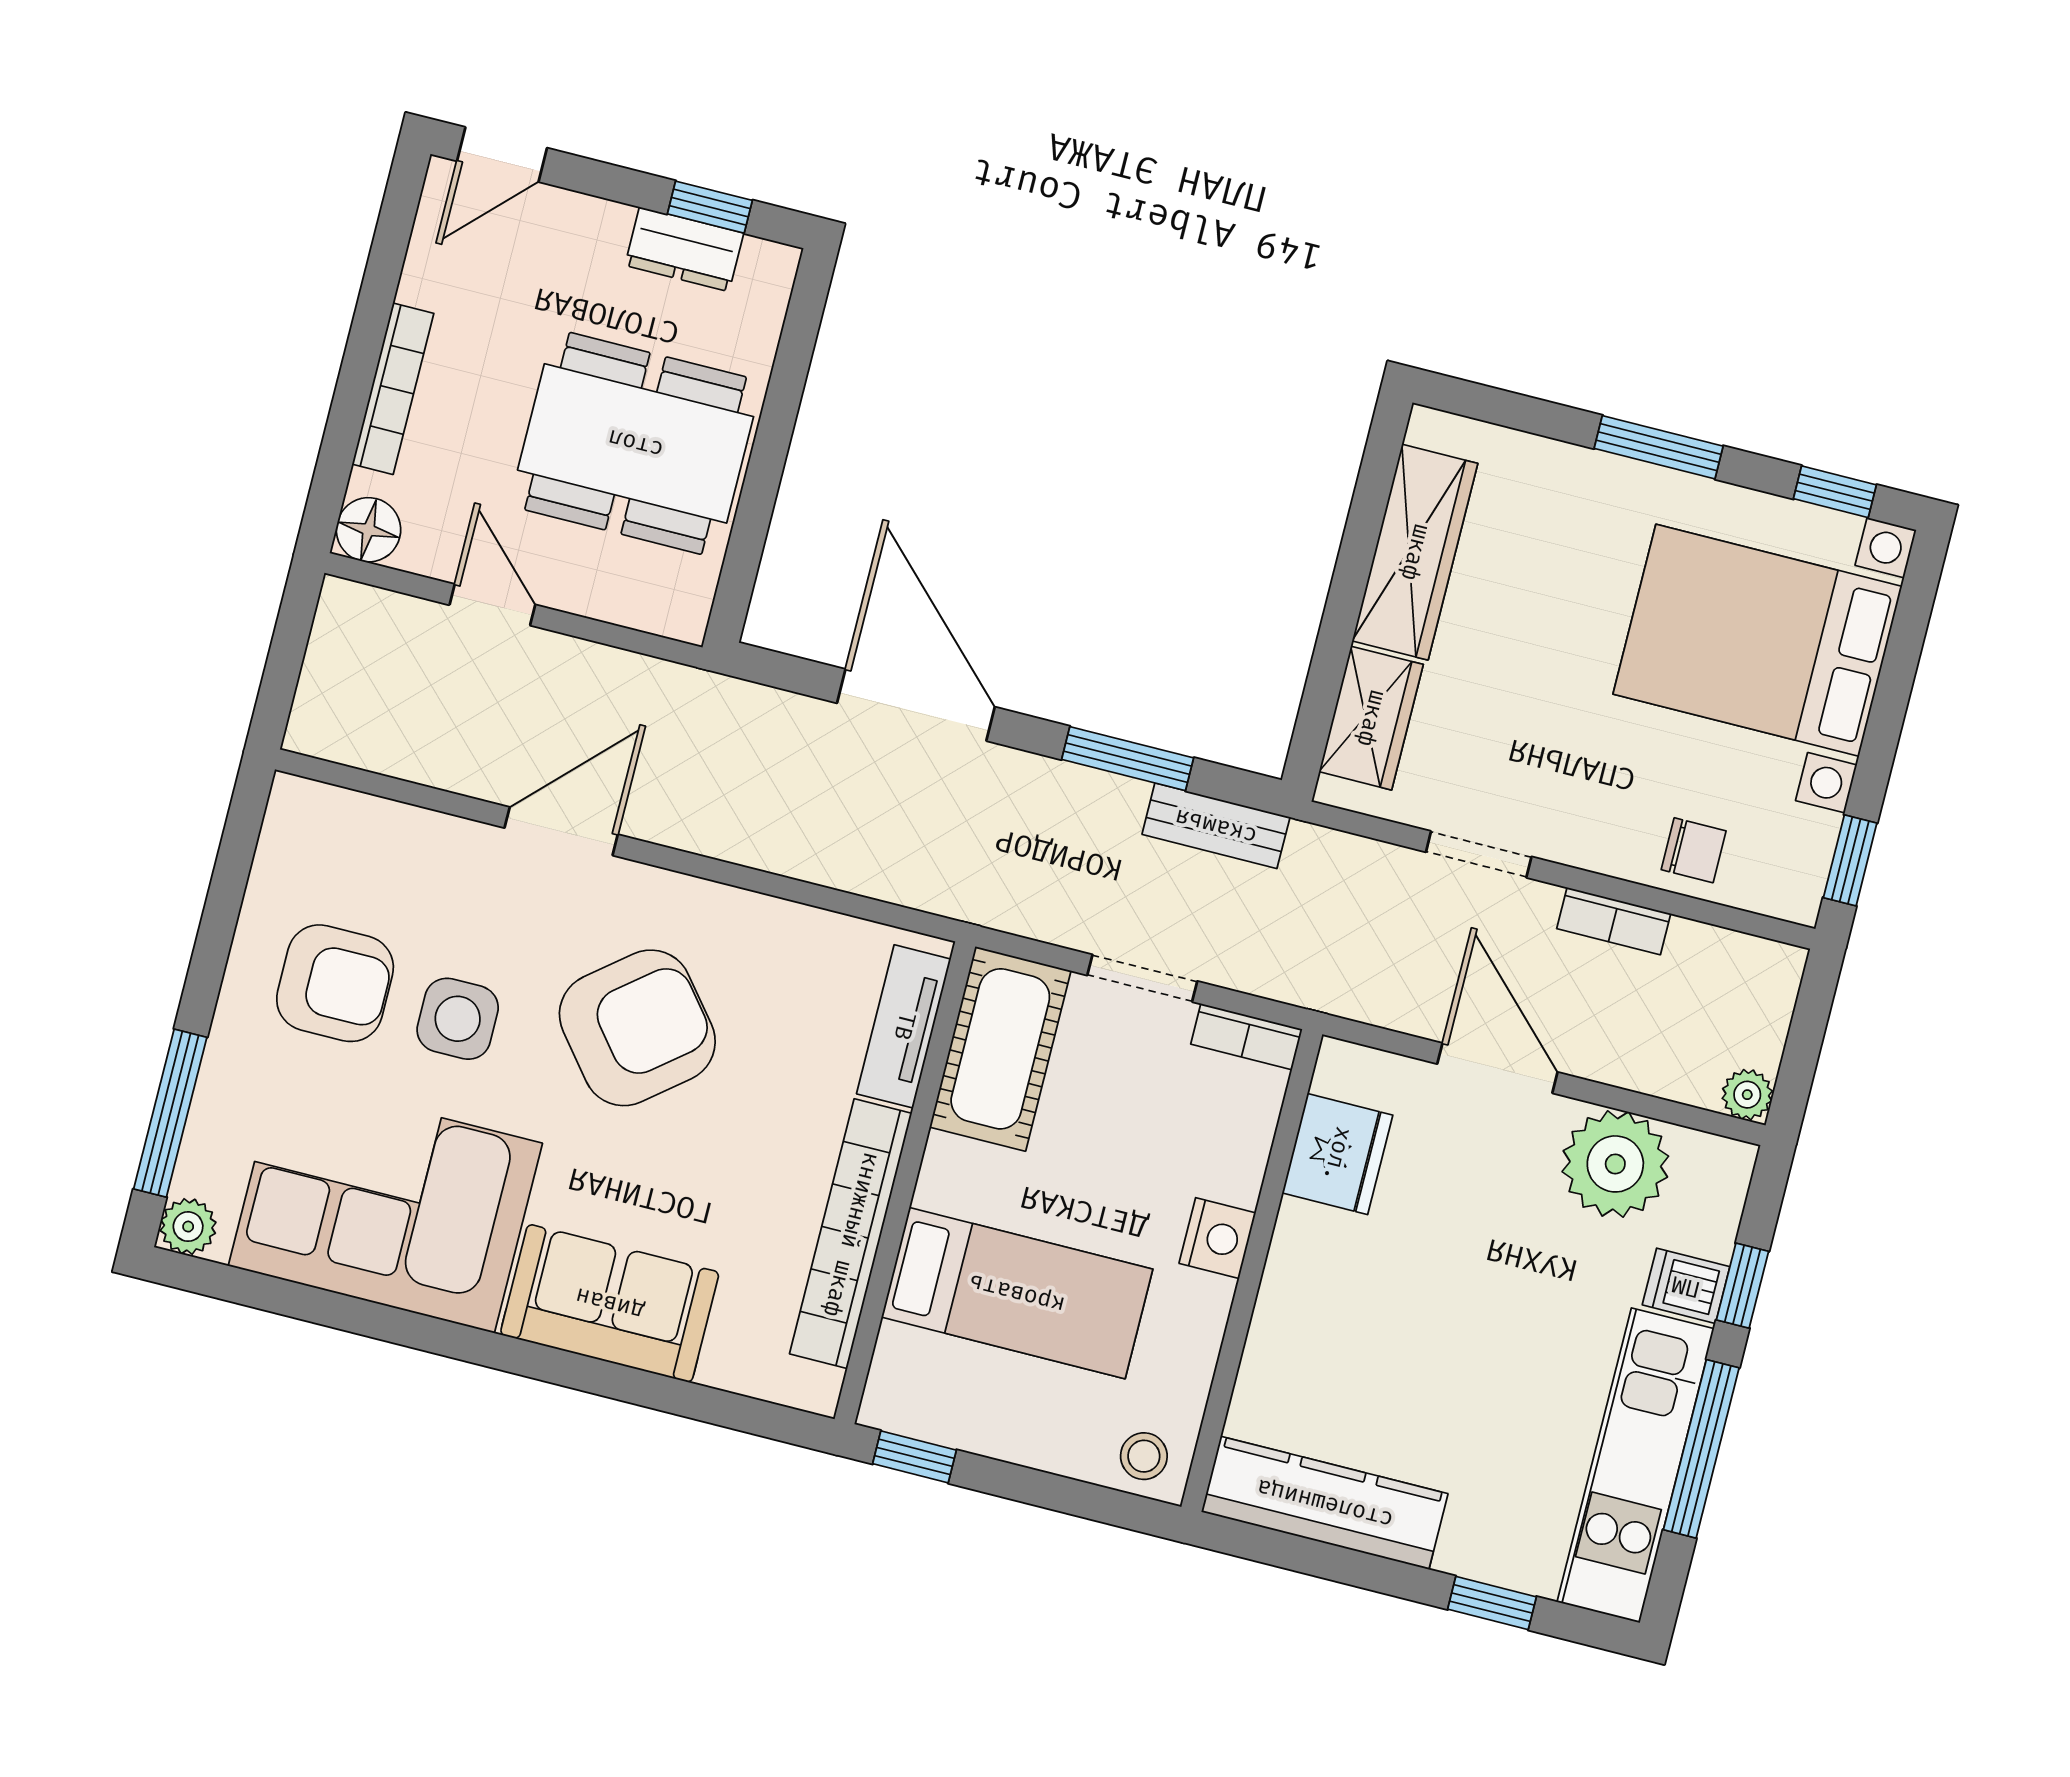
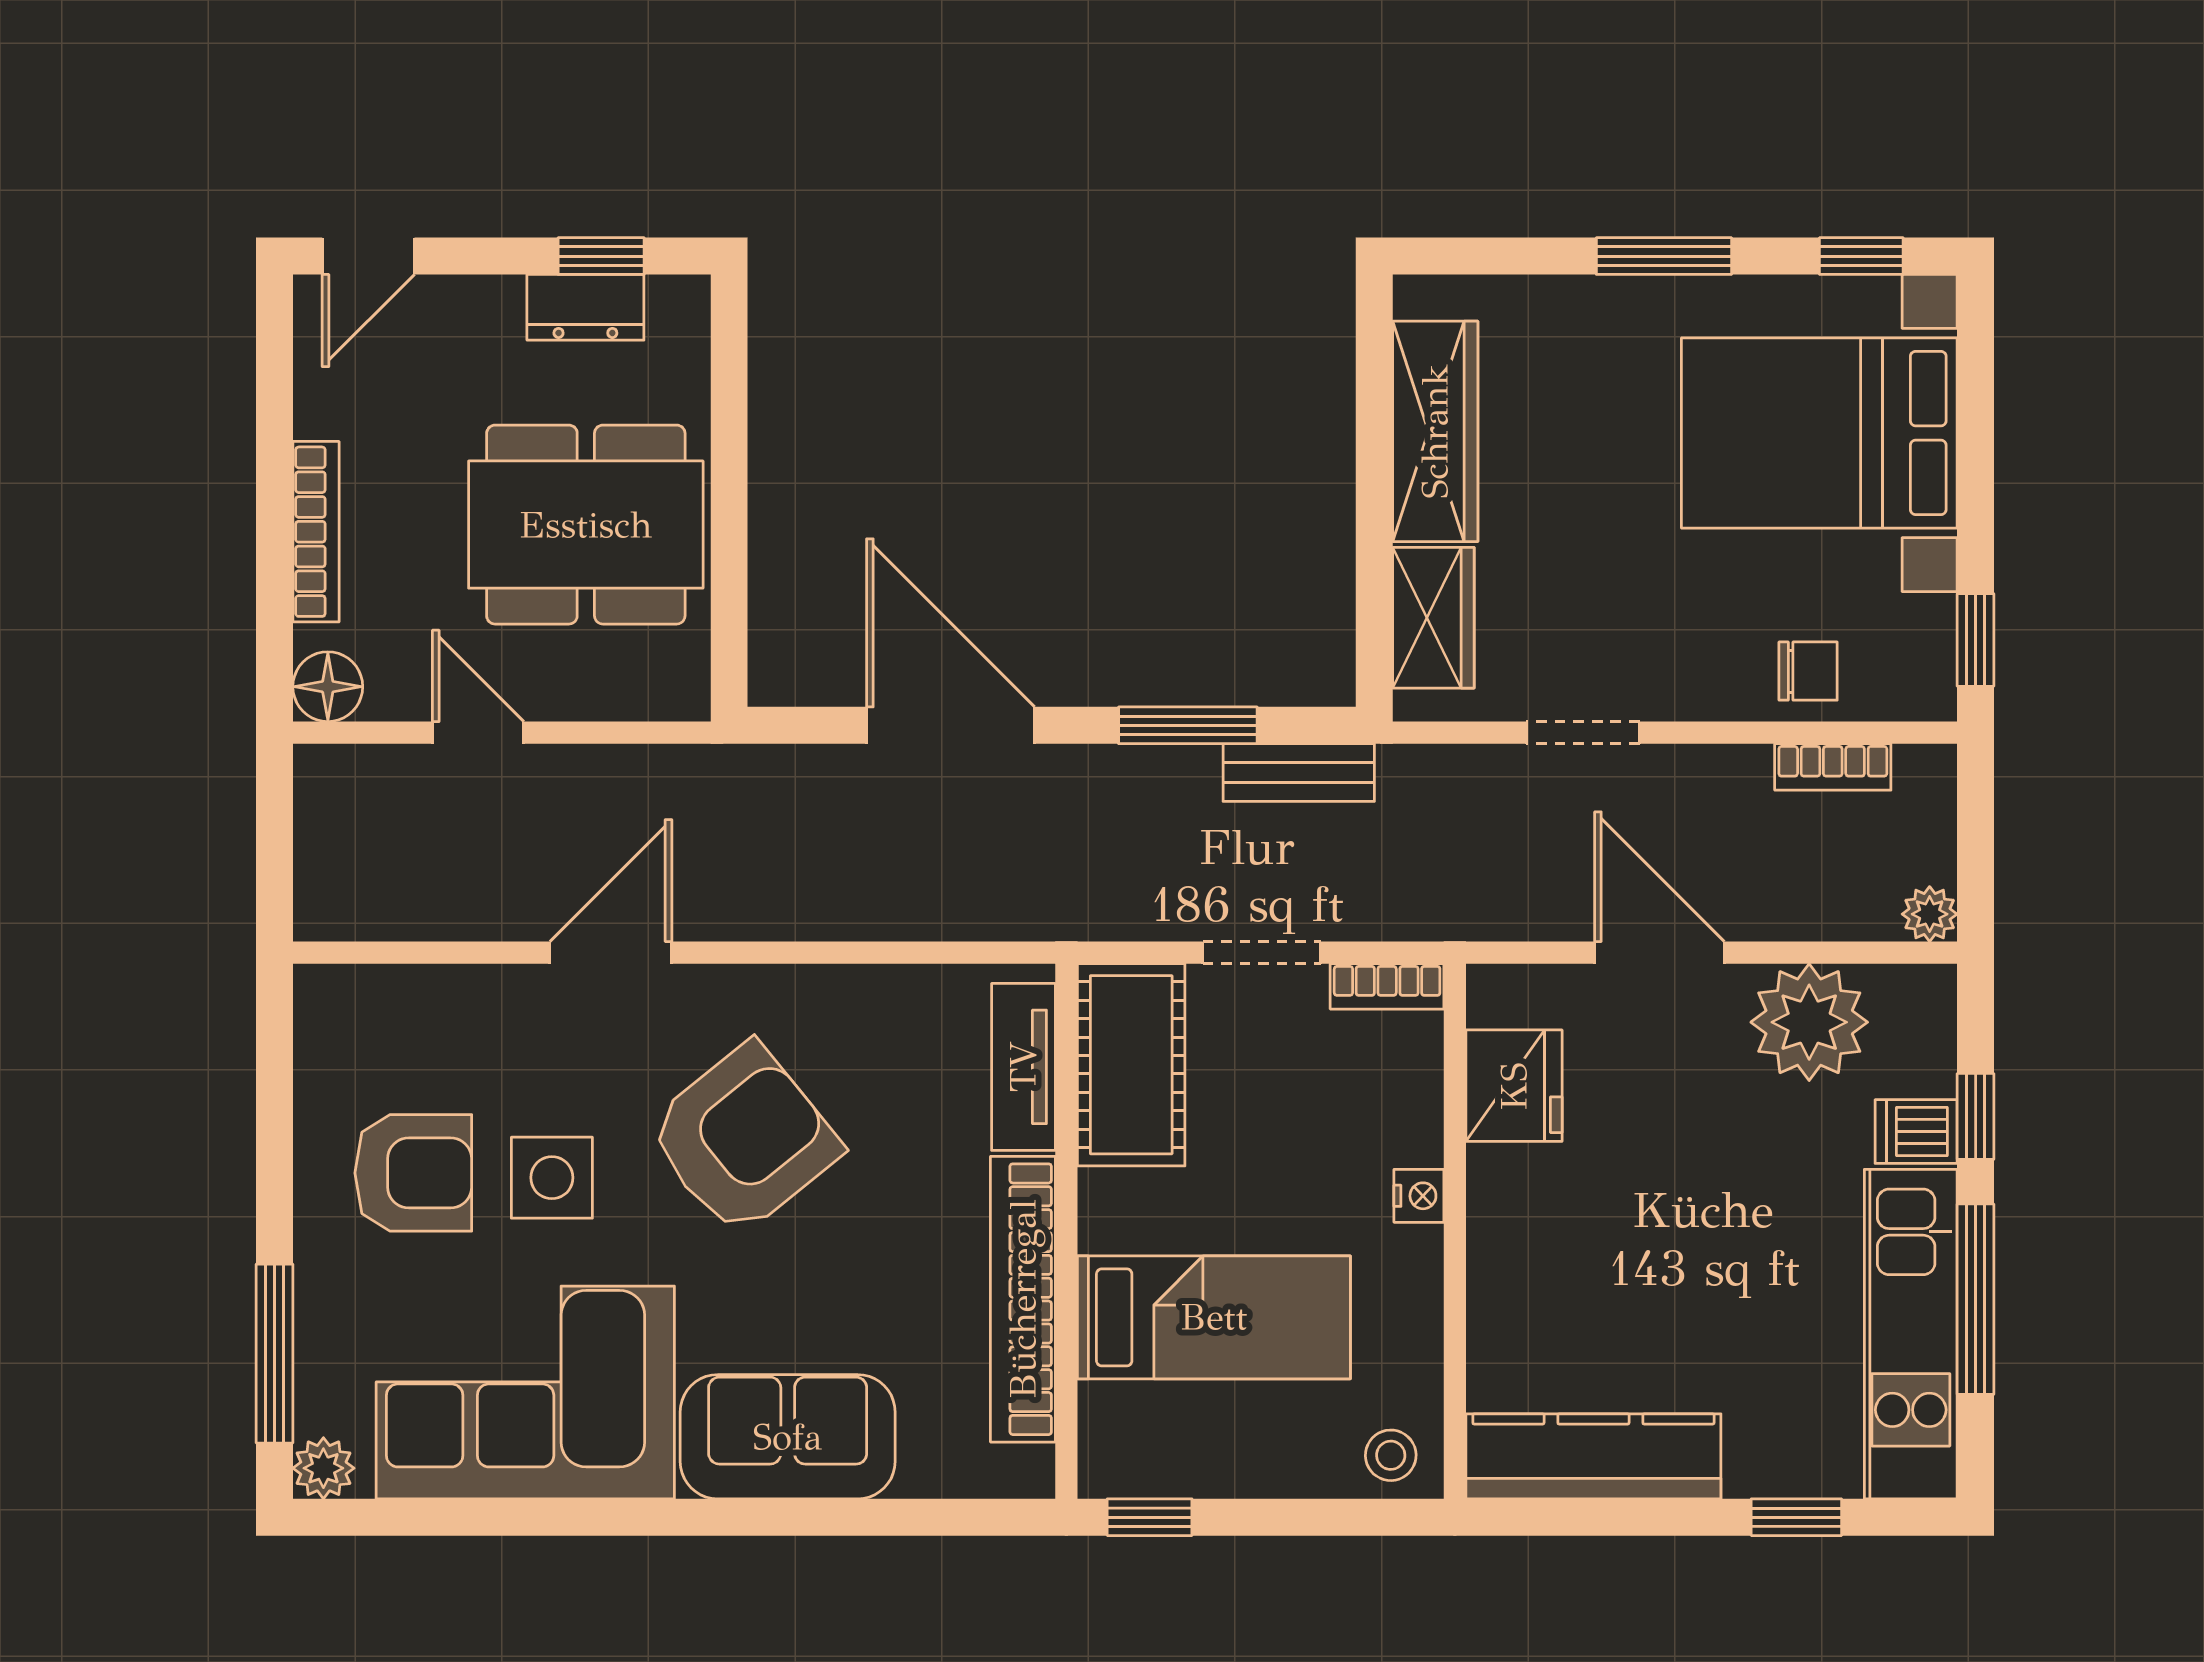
bookcase: (1614, 921) -> (1833, 767), moved
nightstand: (1217, 1238) -> (1419, 1196), width x0.72, depth x0.74

